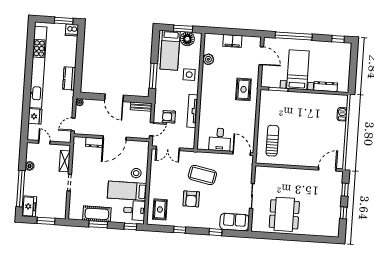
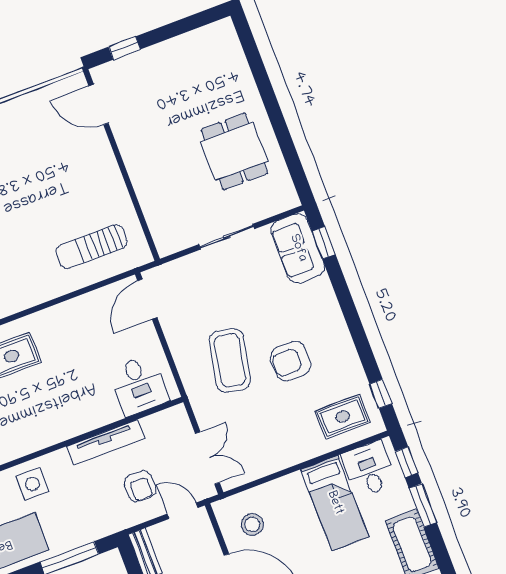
desk: (220, 139) -> (139, 385), moved, turned 90
stool: (136, 173) -> (252, 524), moved
armchair: (191, 199) -> (291, 361), turned 180
window: (343, 213) -> (175, 29), removed
dining table: (284, 214) -> (234, 152), width x0.73
window: (98, 224) -> (423, 505), moved
window: (180, 230) -> (381, 394), moved
window: (216, 232) -> (324, 243), moved

